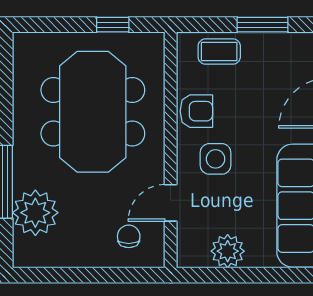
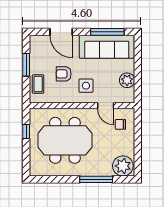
armchair: (196, 111) -> (64, 74), moved, turned -90
plant: (35, 213) -> (123, 166), moved

